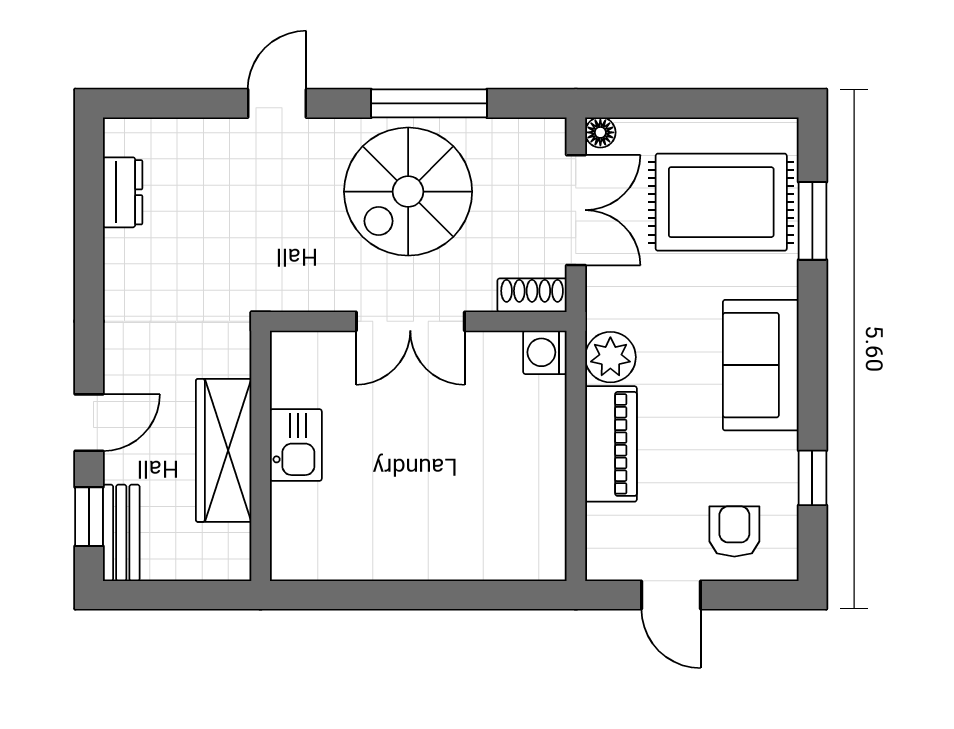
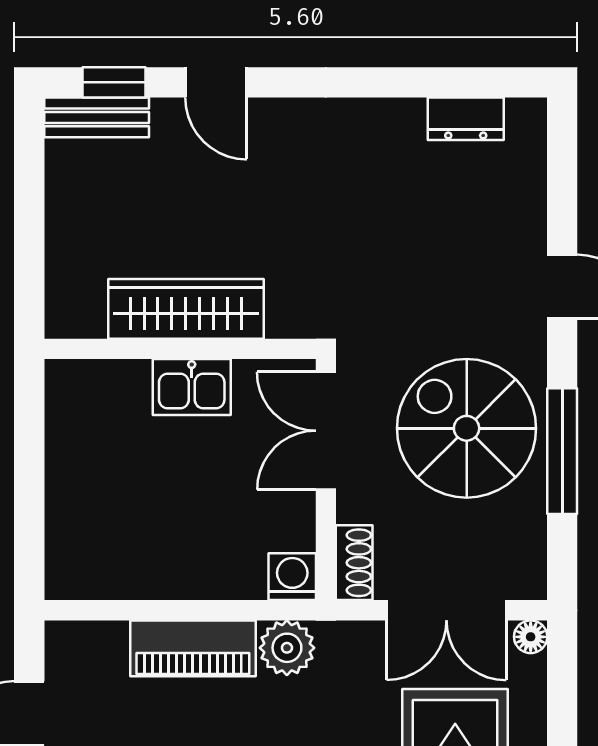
kitchen sink: (296, 445) -> (192, 387), moved
wardrobe: (224, 450) -> (186, 309), moved
wall: (261, 456) -> (180, 349), moved

